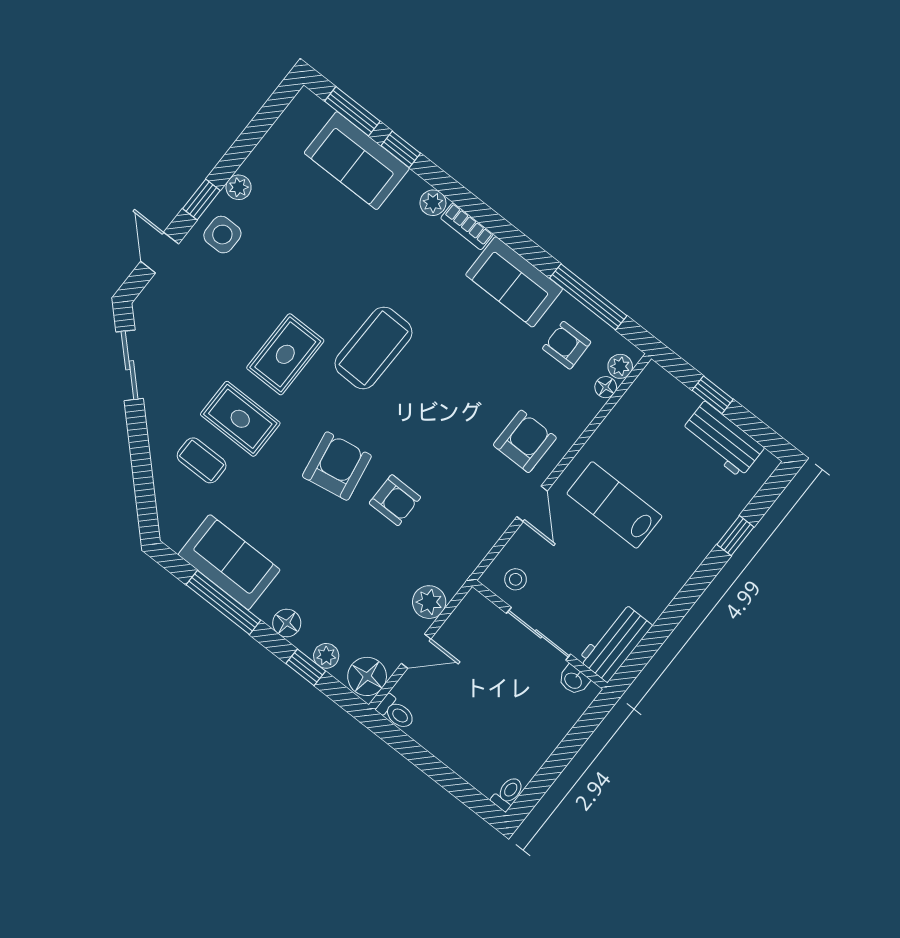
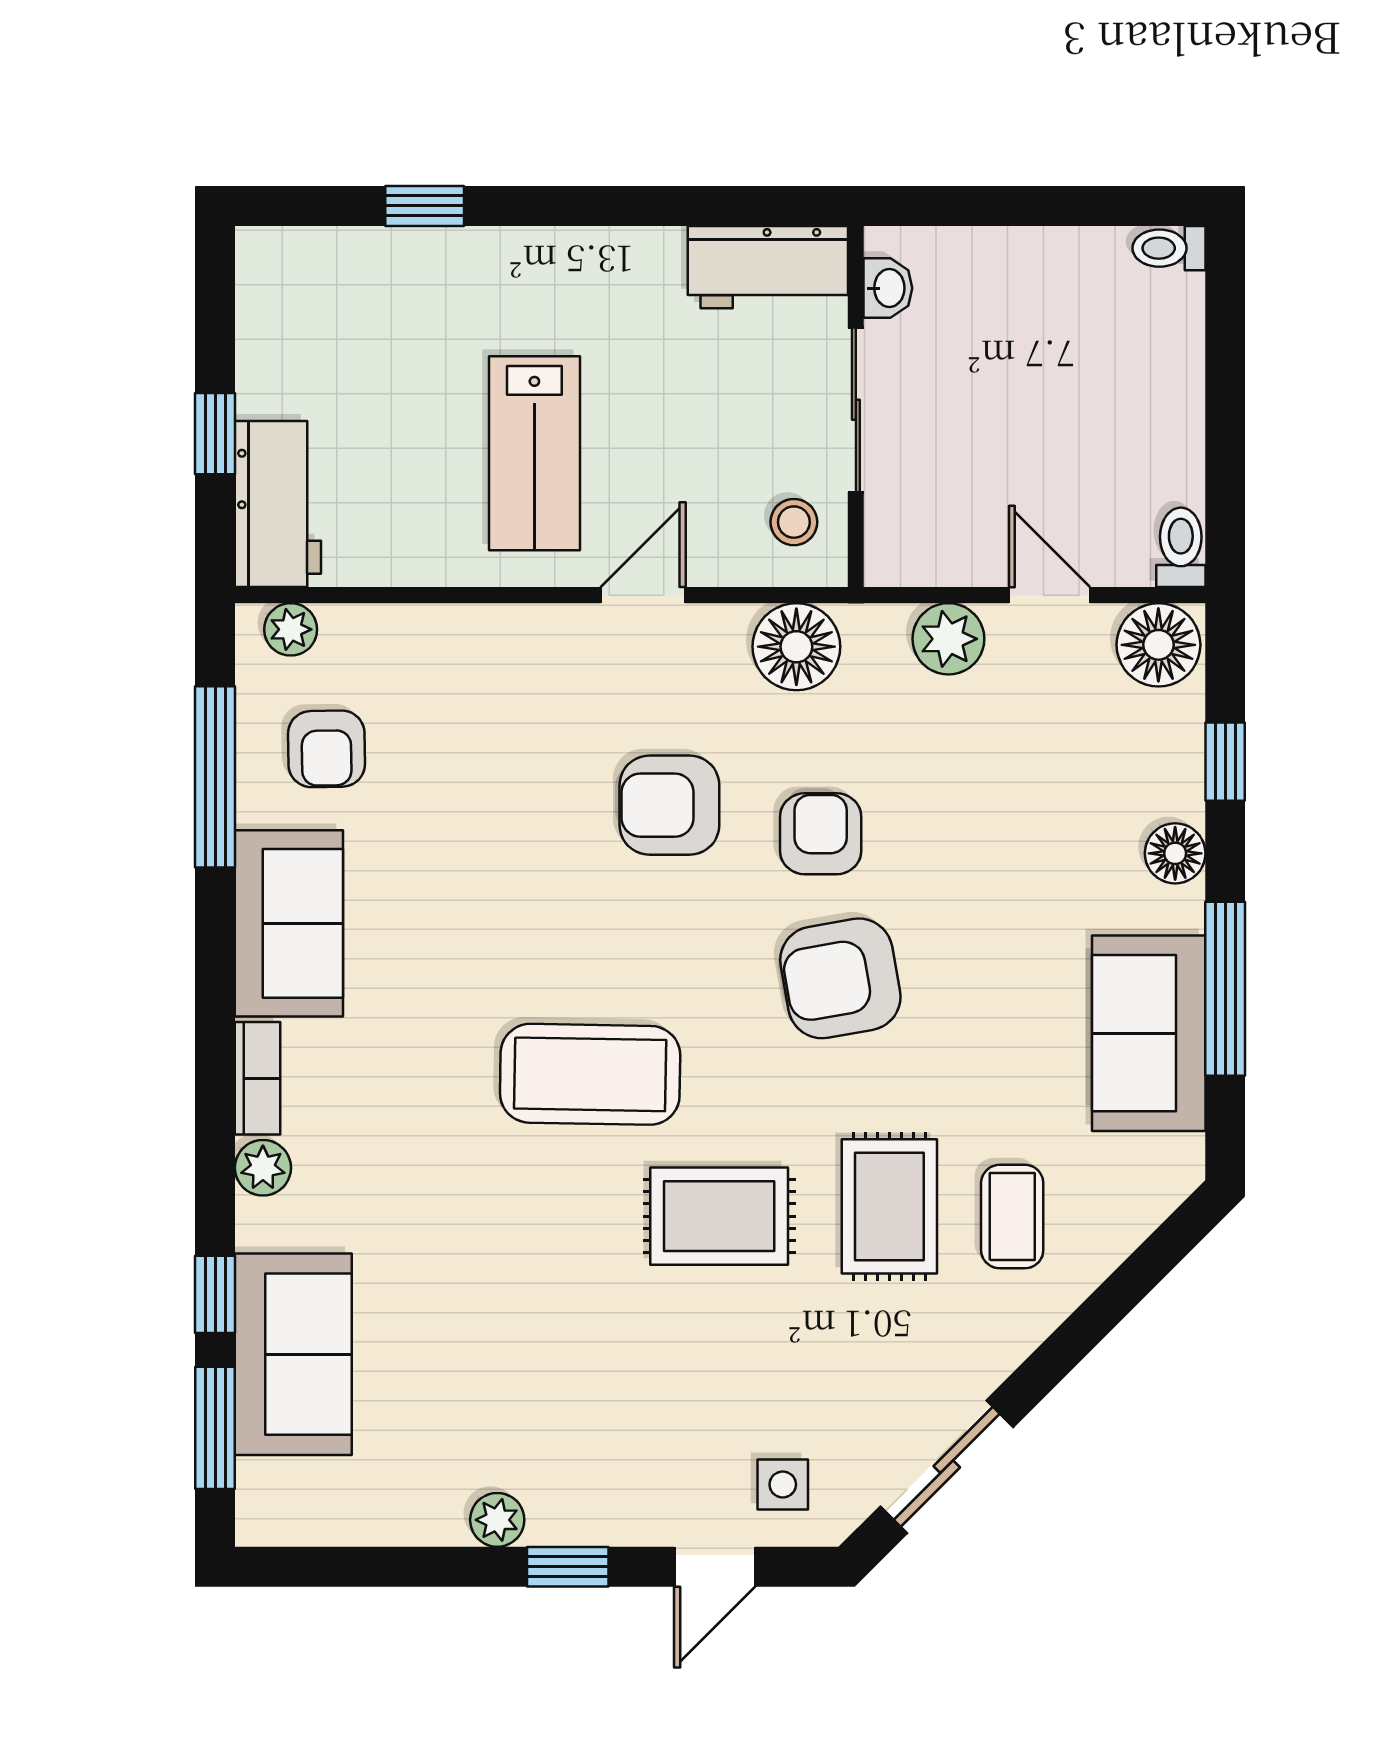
side table: (222, 235) -> (783, 1484), moved, width x0.73, depth x0.73
floor lamp: (606, 387) -> (796, 647), moved, width x1.89, depth x1.89
workbench: (723, 440) -> (278, 504), moved
armchair: (525, 441) -> (669, 805), moved
plant: (326, 656) -> (1178, 742), removed

